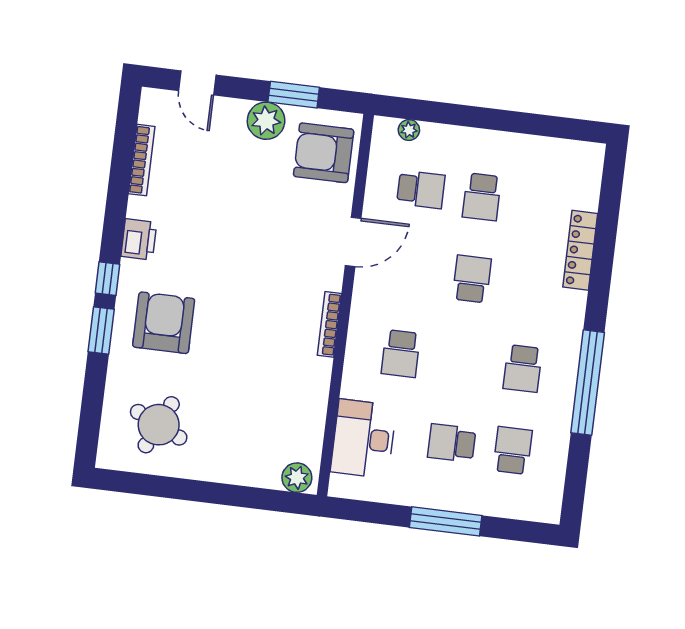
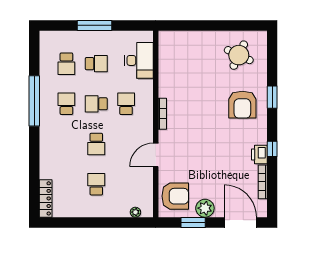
door: (197, 83) -> (240, 222), width x1.88
school desk: (421, 189) -> (96, 104), moved
printer: (139, 239) -> (259, 154), moved
locker: (580, 250) -> (46, 198), moved
window: (107, 279) -> (272, 149), moved
plant: (297, 478) -> (169, 38), removed

